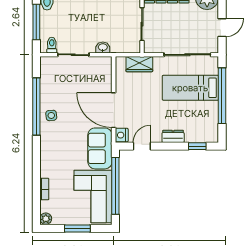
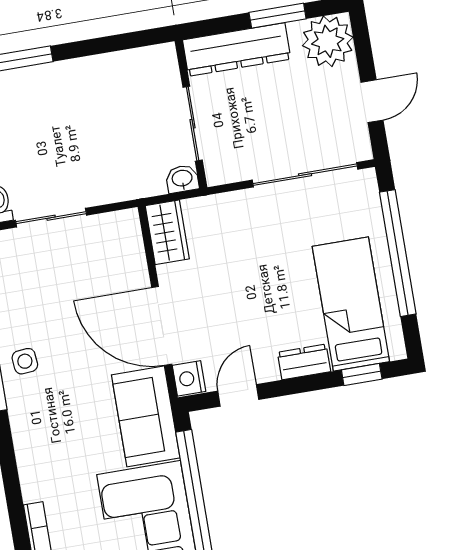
washbasin: (103, 47) -> (182, 179), moved
wardrobe: (139, 64) -> (167, 232), moved, turned -90
bed: (190, 88) -> (351, 304), moved, turned 90

